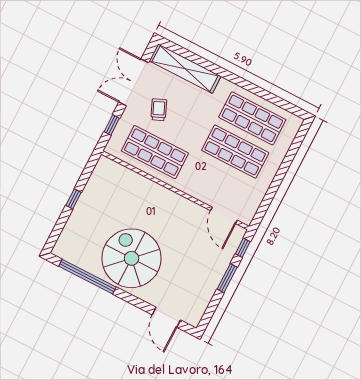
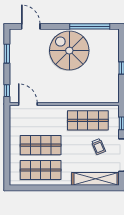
spiral stairs: (131, 258) -> (69, 51), turned 180
window: (227, 278) -> (7, 54), moved

